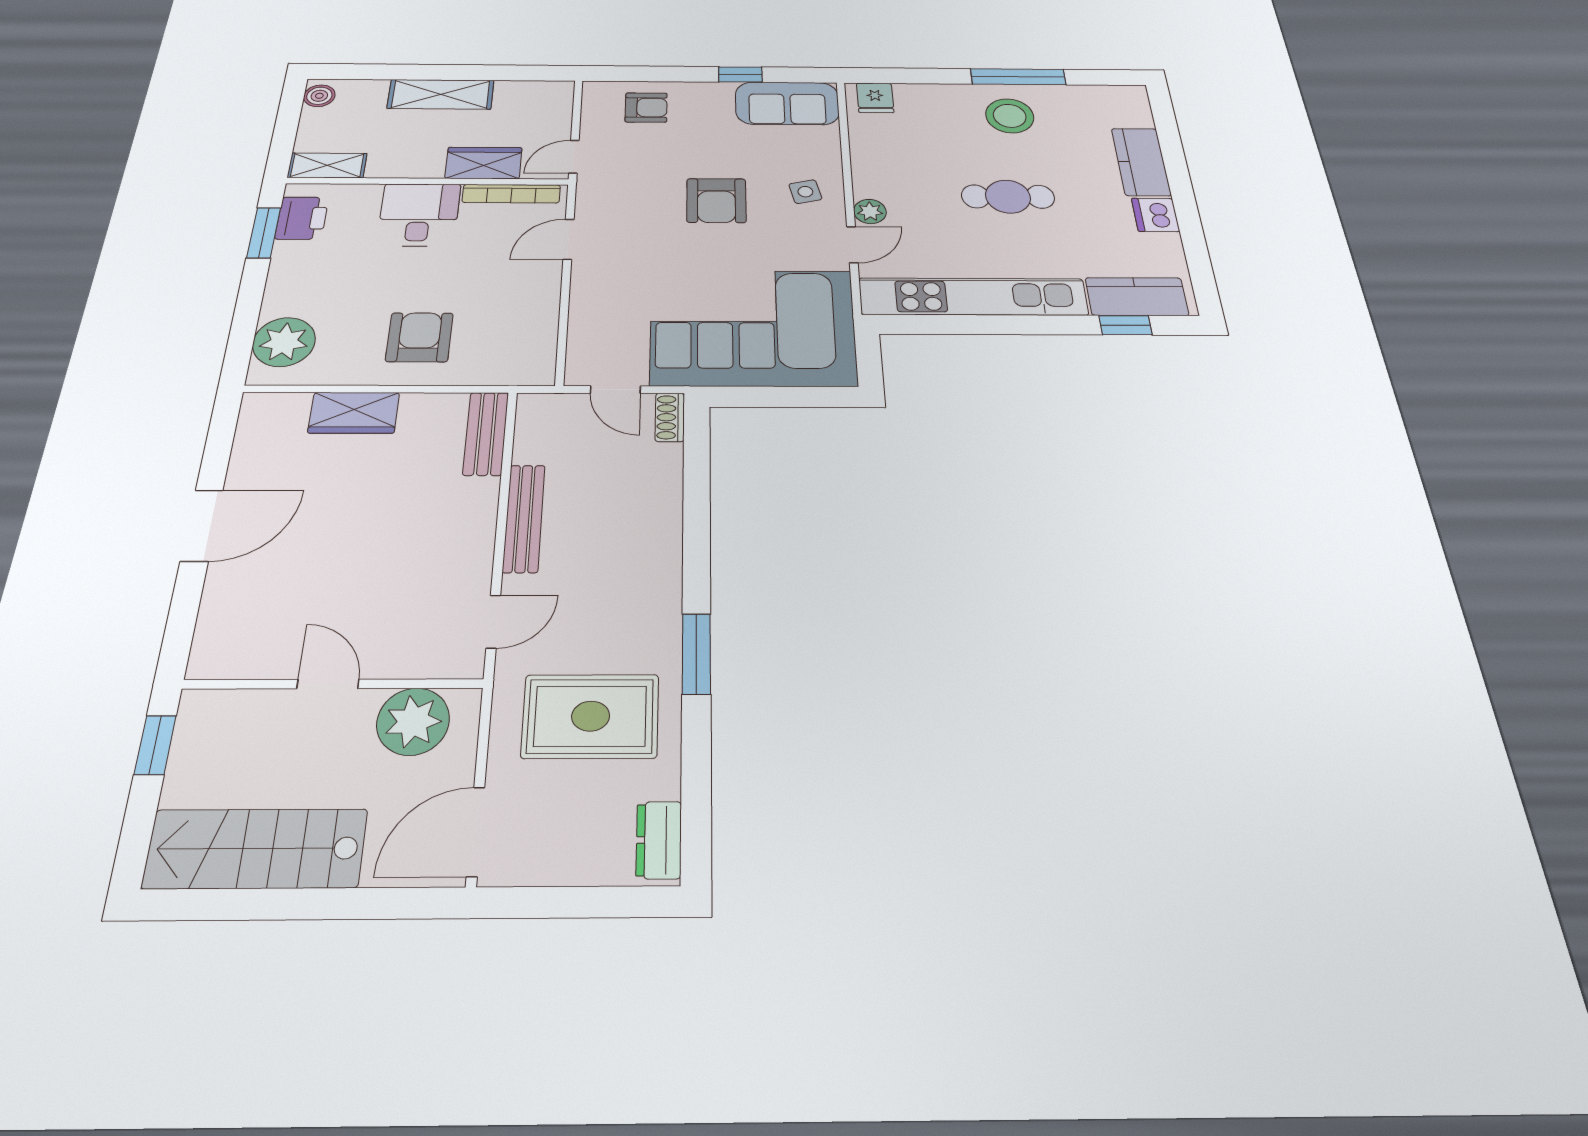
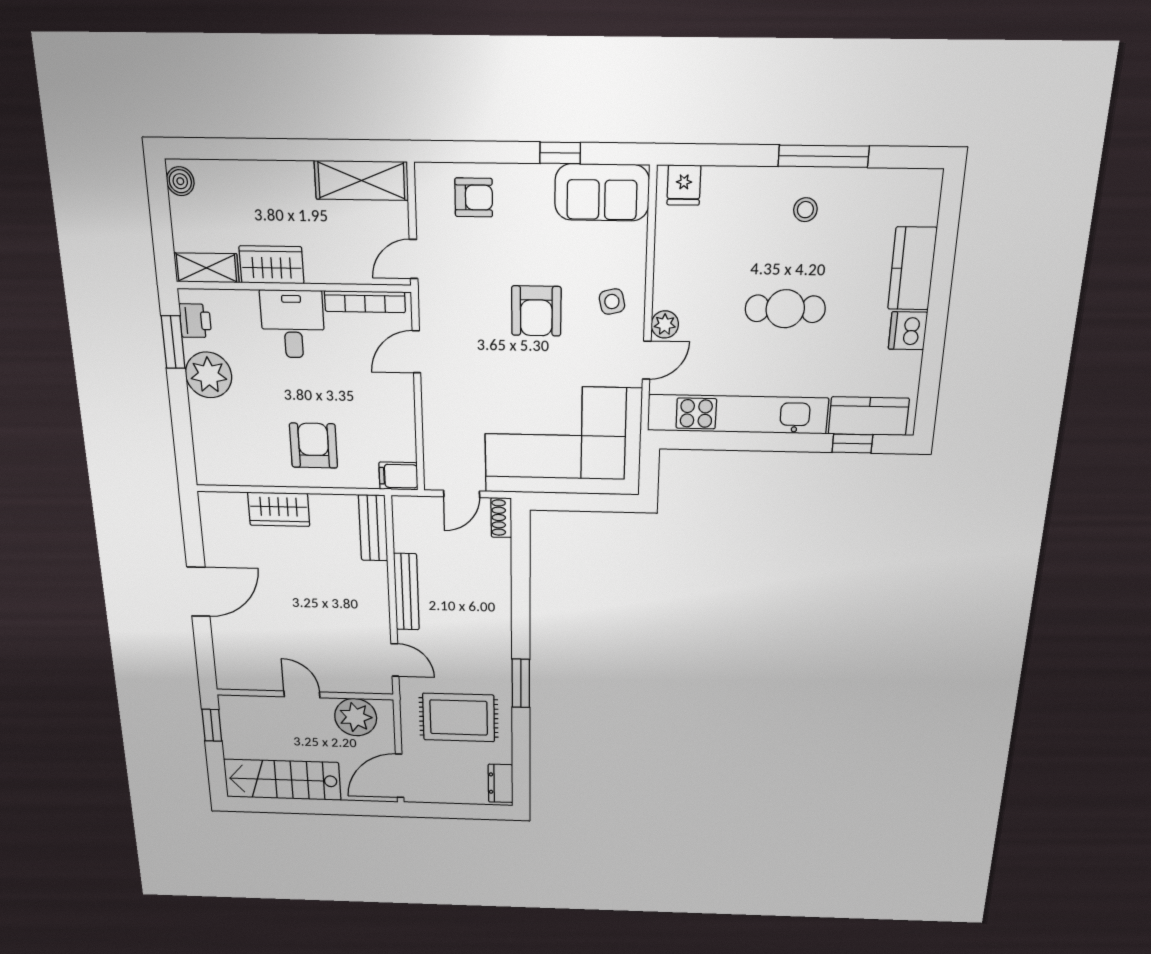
shelving: (441, 94) -> (361, 180), moved
stool: (1010, 116) -> (805, 210), width x0.53, depth x0.53
wardrobe: (484, 163) -> (271, 265), moved
printer: (302, 218) -> (195, 321), width x0.73, depth x0.81
plant: (284, 342) -> (209, 375), moved
filing cabinet: (530, 370) -> (398, 476), added
door: (615, 390) -> (462, 494), hinge flipped
door: (493, 622) -> (395, 660), hinge flipped

